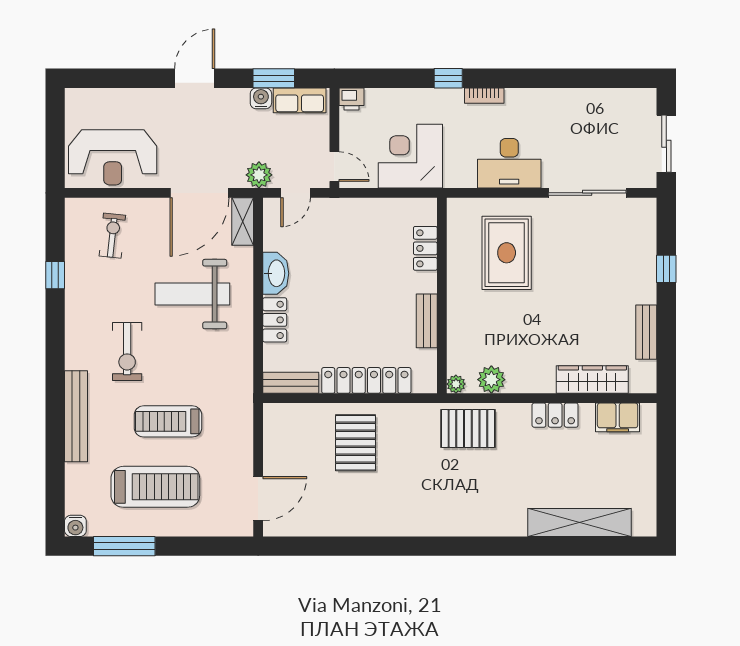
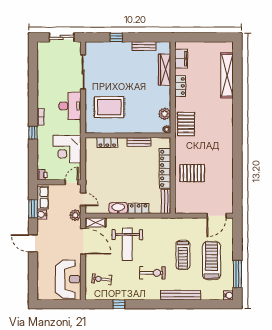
door: (258, 499) -> (217, 216), swing flipped

